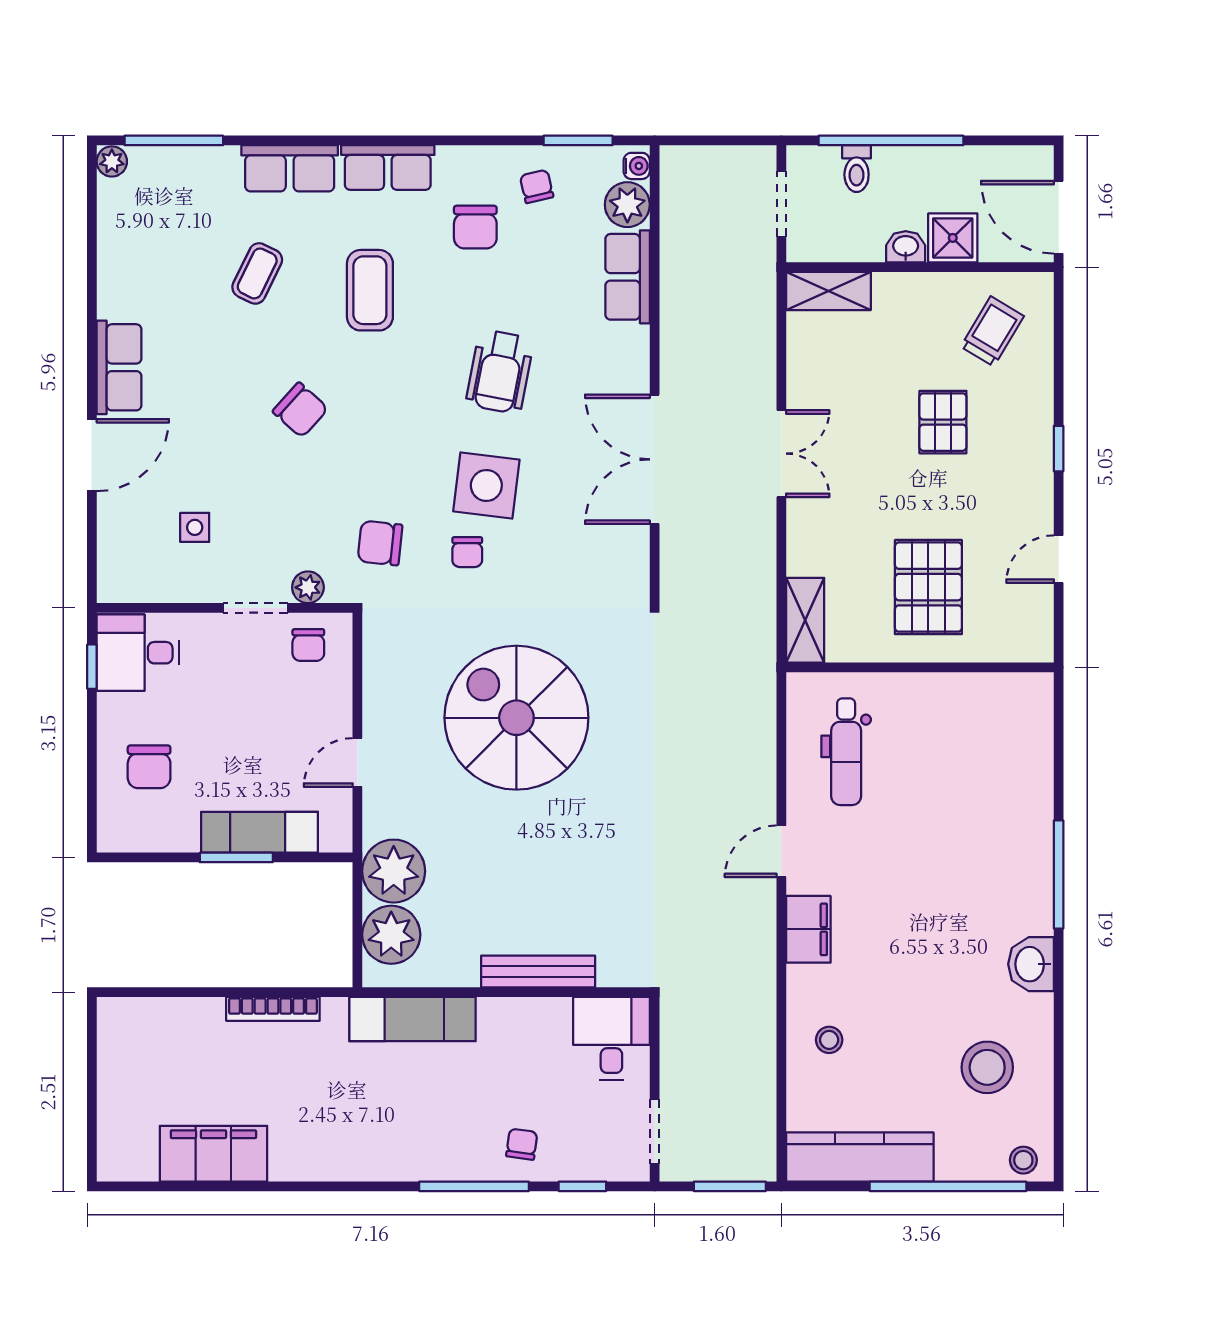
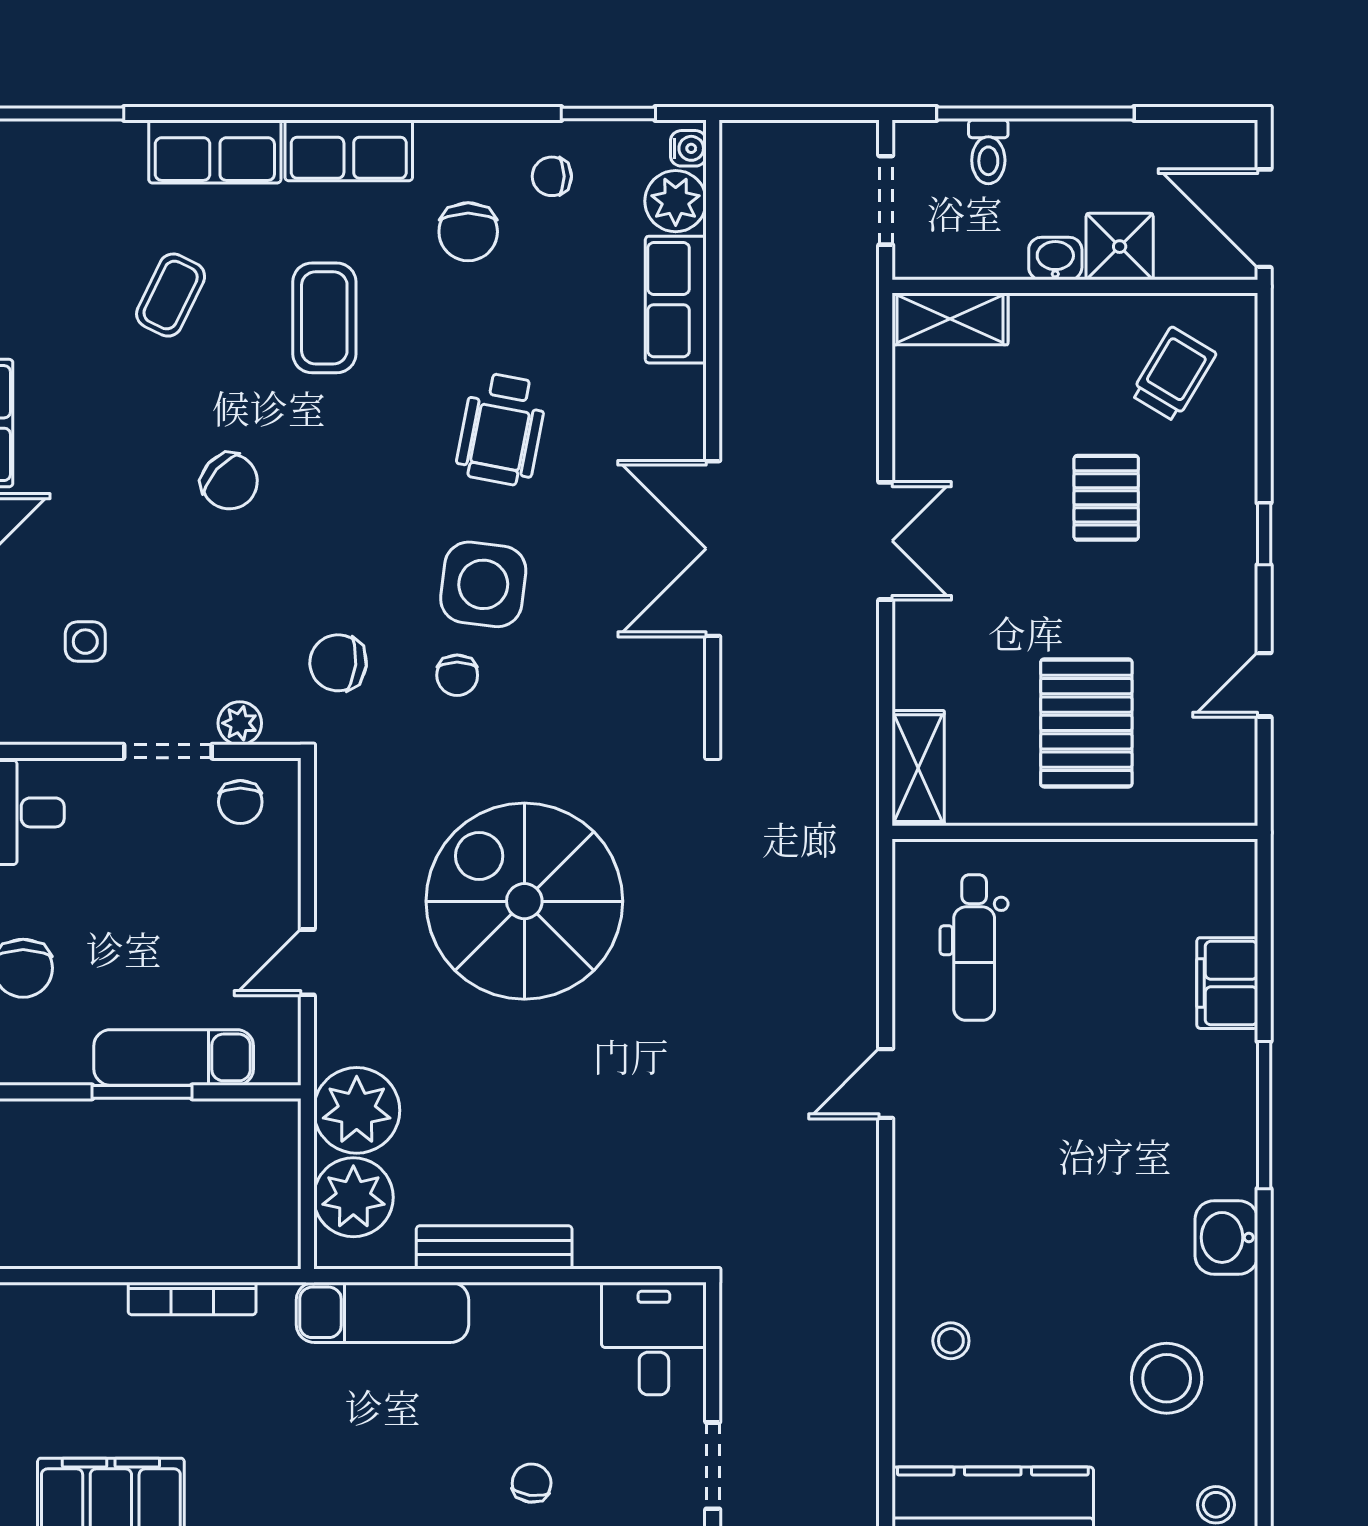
chair: (537, 186) -> (552, 176), turned -77
filing cabinet: (808, 929) -> (1227, 983), moved, turned 180
bench: (538, 971) -> (494, 1247), moved

